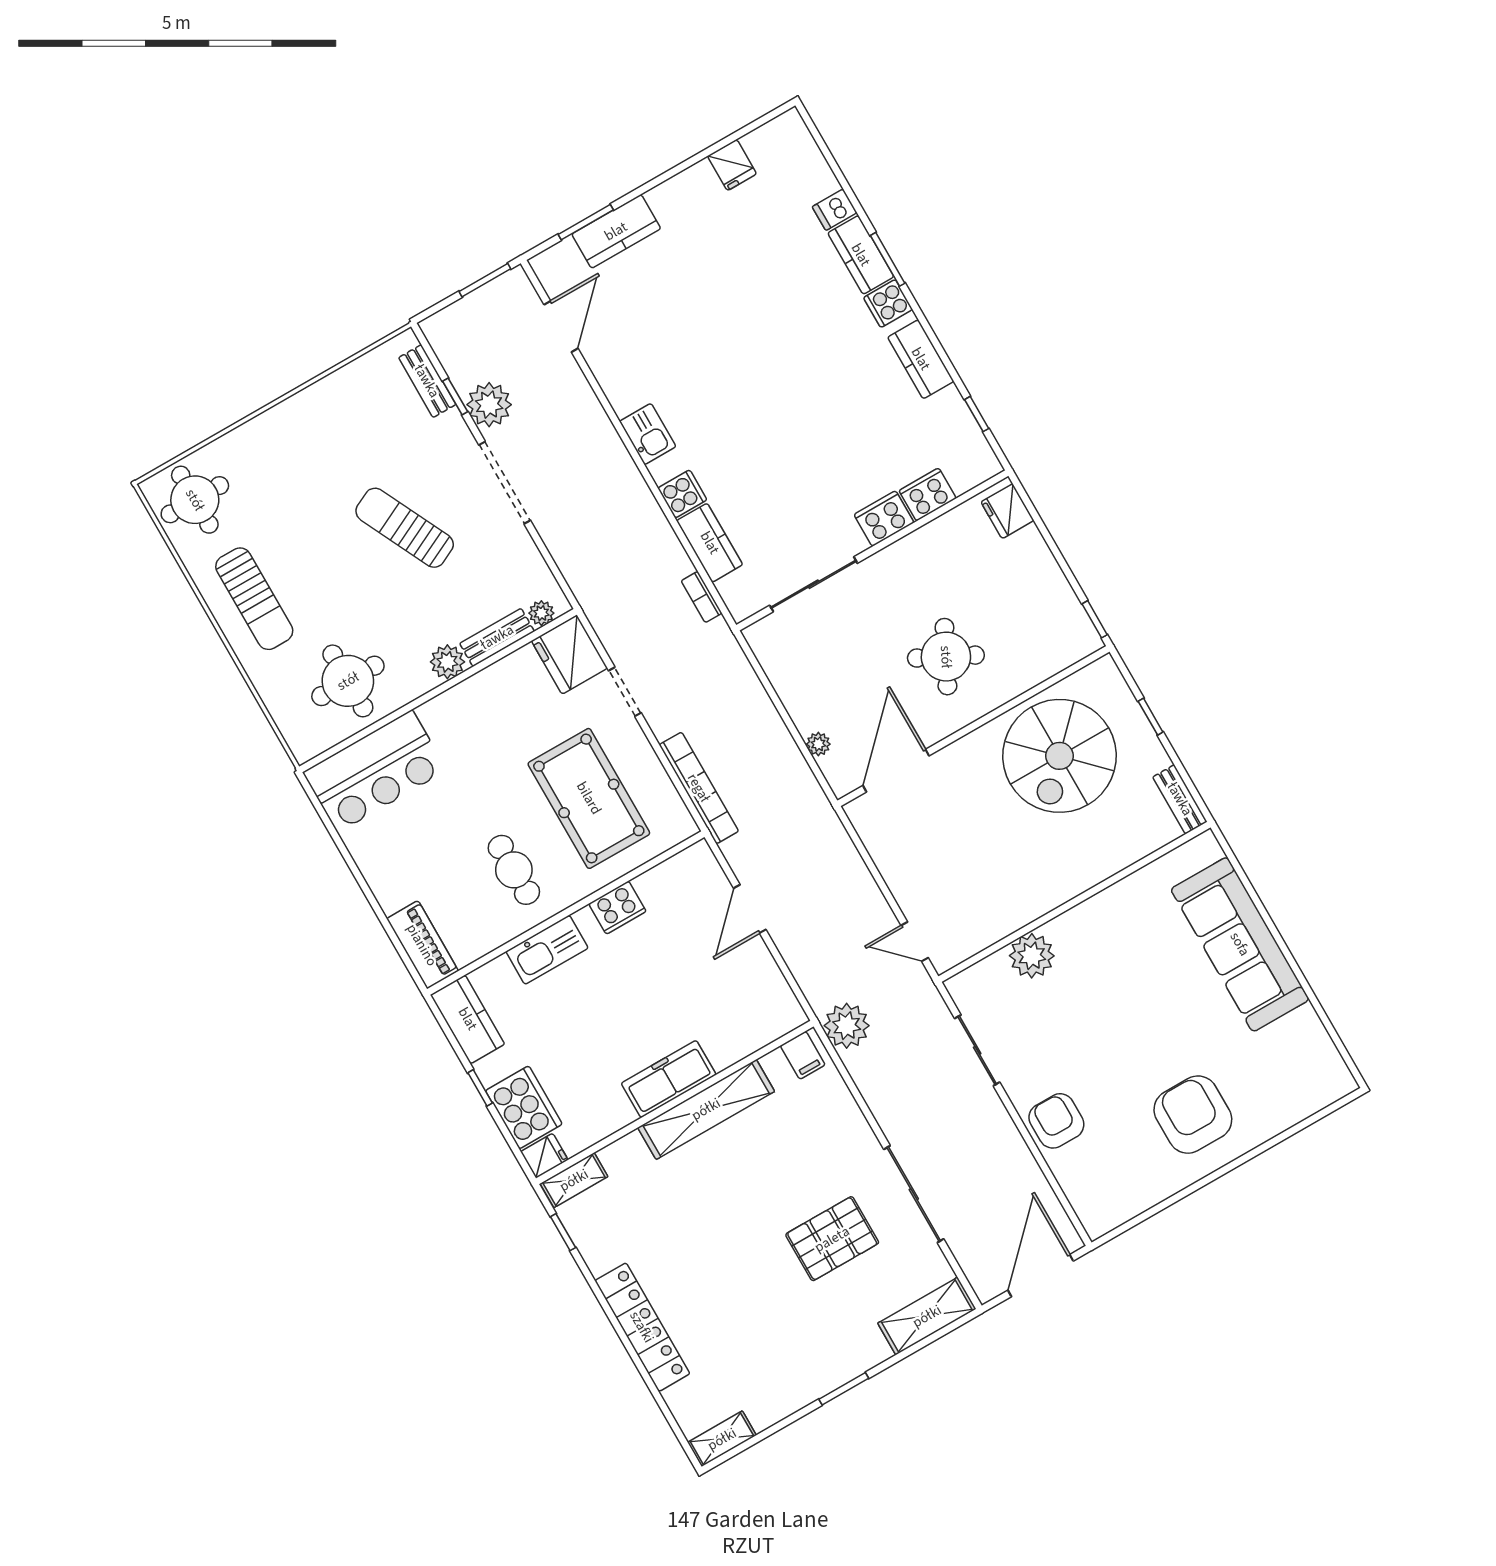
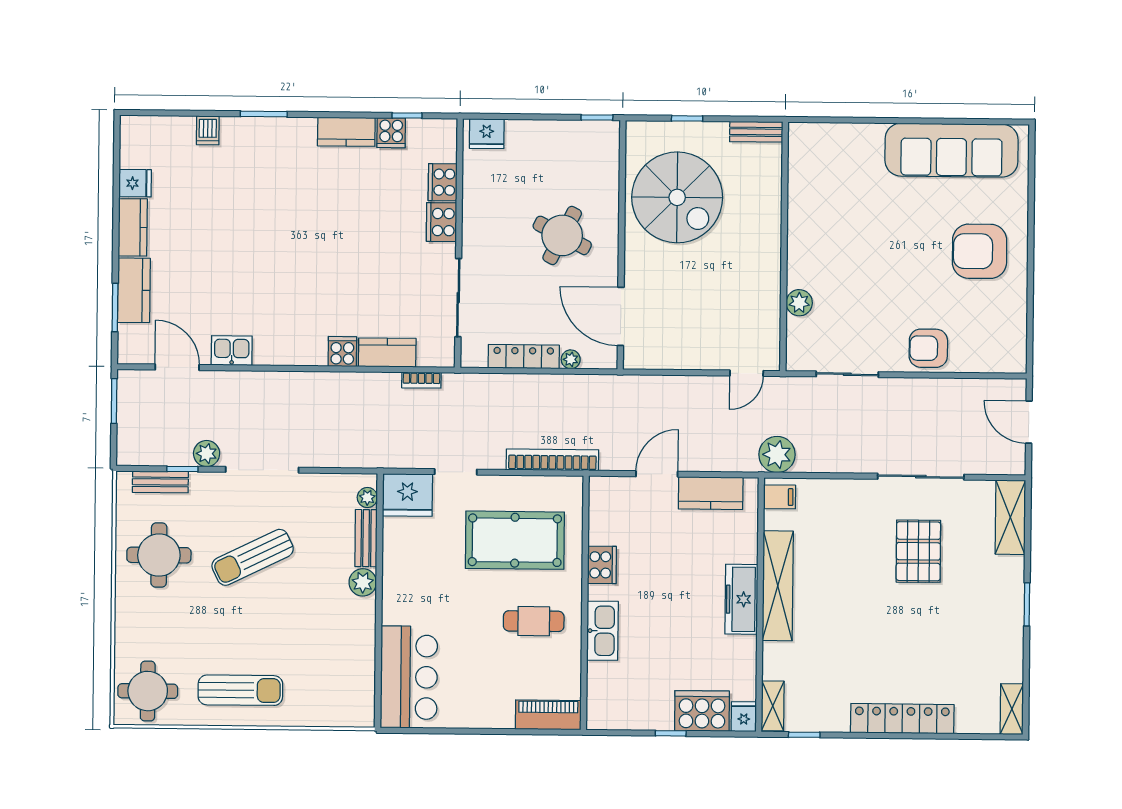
kitchen counter: (861, 255) -> (133, 227), moved, turned -90
cooker: (888, 304) -> (391, 133), moved
plant: (489, 405) -> (207, 454), width x0.73, depth x0.73
kitchen sink: (648, 434) -> (232, 351), moved
round table: (348, 681) -> (159, 555), moved
locker: (792, 692) -> (524, 357), added
door: (750, 909) -> (657, 474), swing flipped
sofa: (1240, 944) -> (952, 150), moved
plant: (1032, 956) -> (799, 303), width x0.73, depth x0.73
kitchen counter: (468, 1019) -> (711, 493), moved, turned 180
door: (1041, 1276) -> (1029, 422), width x0.73

